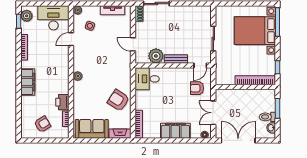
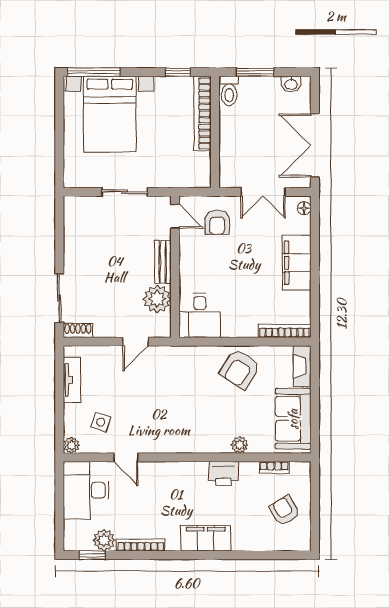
plant: (27, 16) -> (104, 540), moved
plant: (78, 76) -> (240, 445), moved
printer: (62, 102) -> (223, 473), moved
toilet: (267, 117) -> (229, 91), moved

